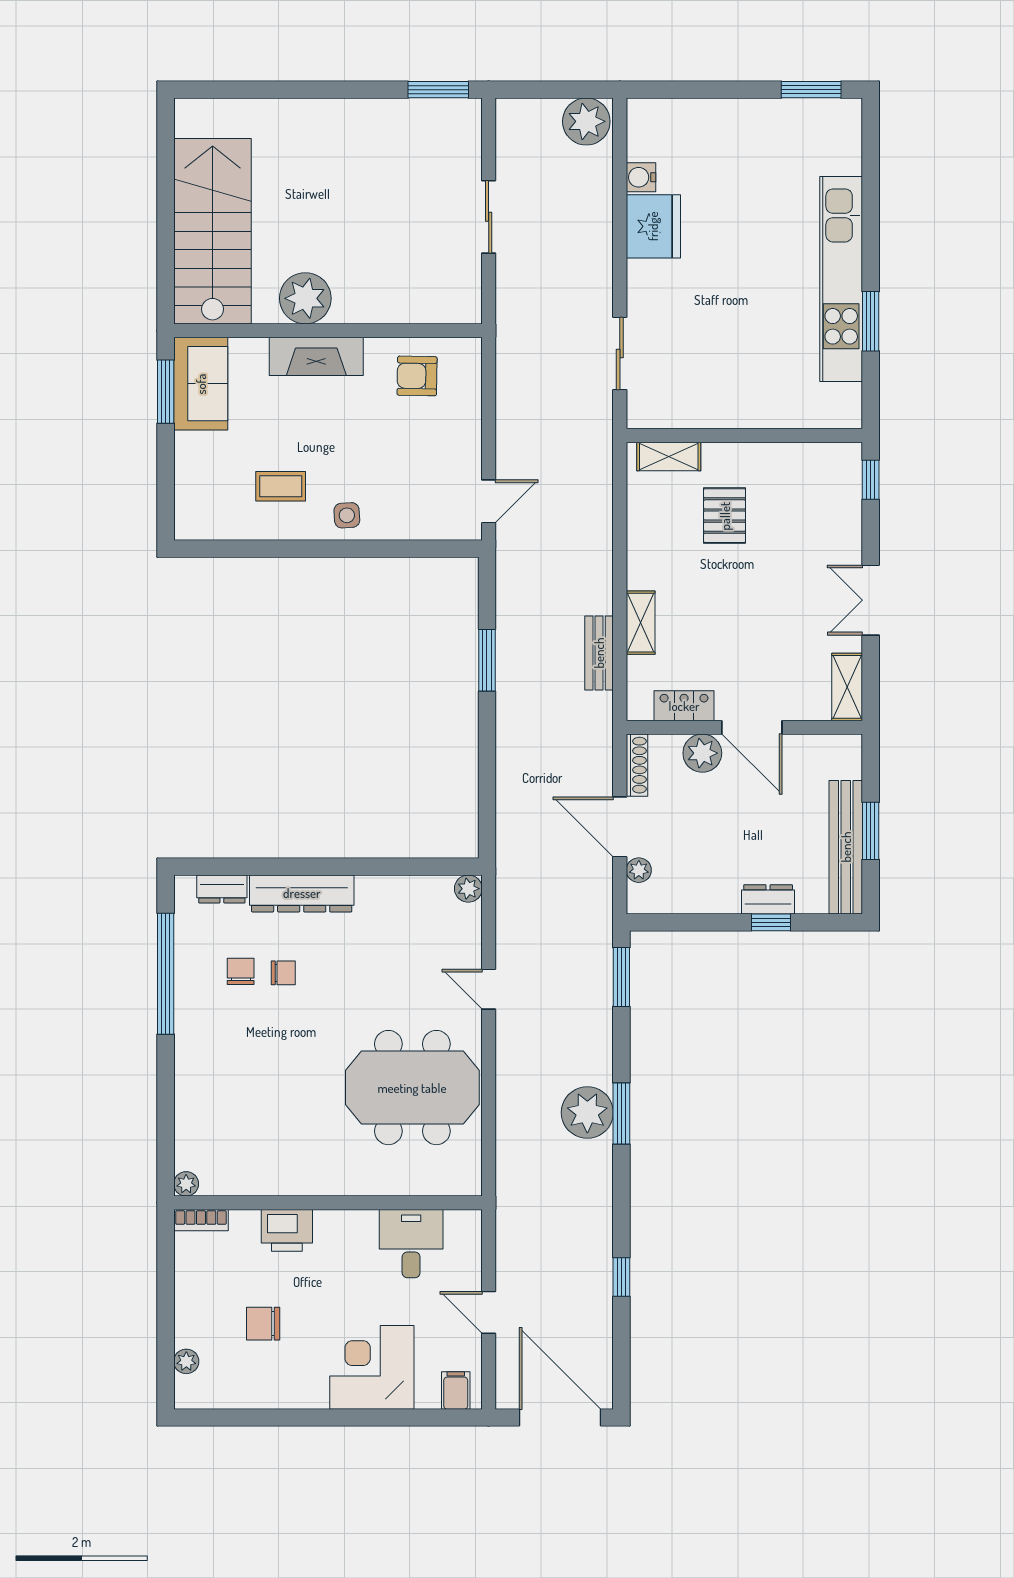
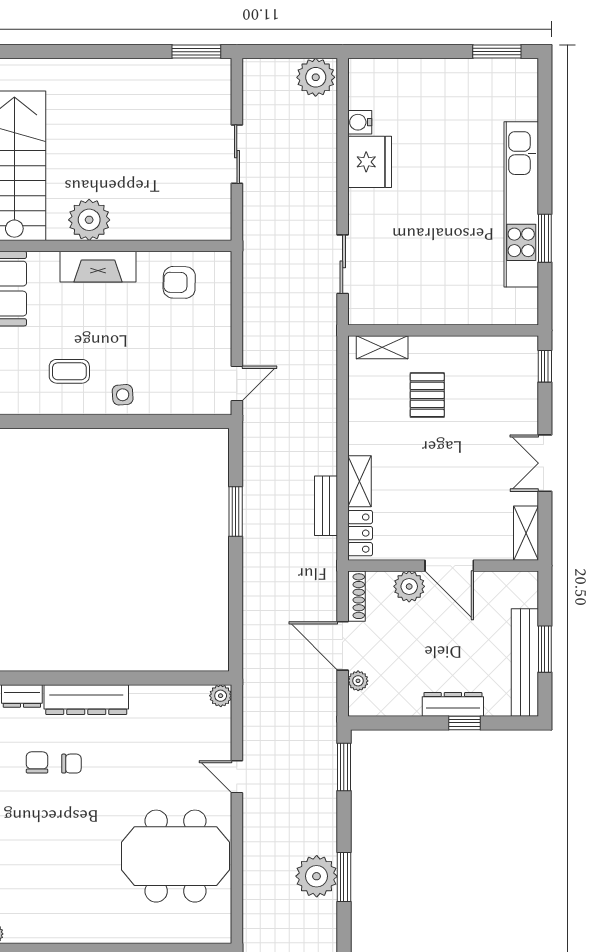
locker: (684, 706) -> (360, 533), moved, turned 90
dresser: (768, 899) -> (453, 704), width x1.44

